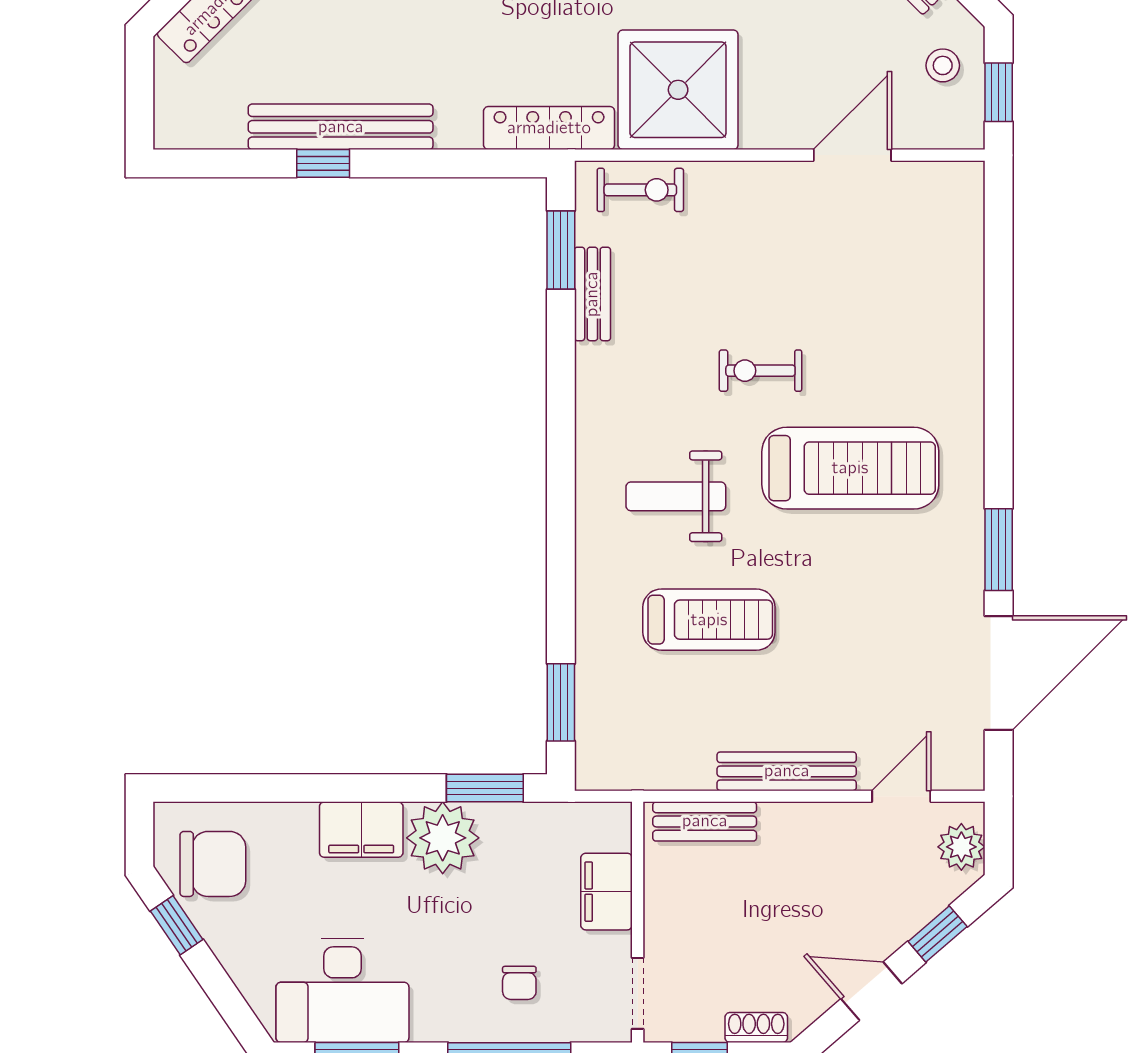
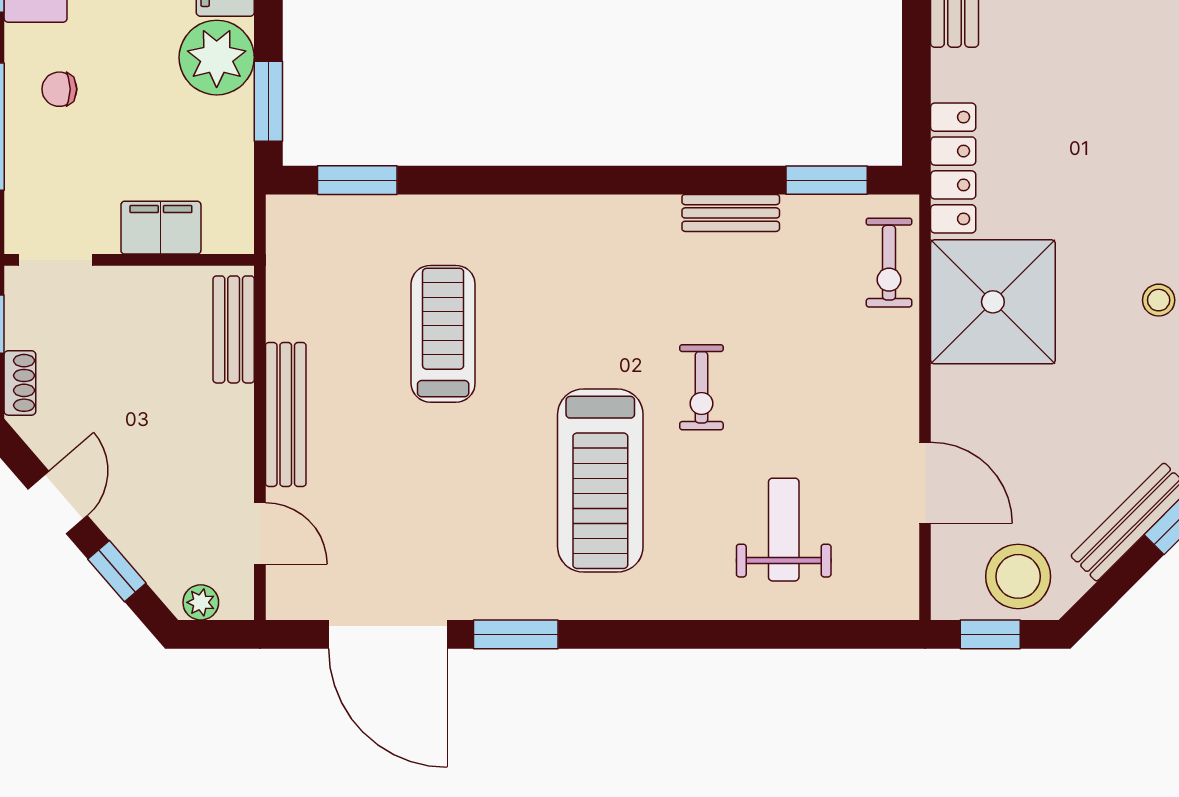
stool: (943, 65) -> (1018, 576), width x1.89, depth x1.89
bench: (592, 294) -> (731, 213), moved
exercise bike: (760, 371) -> (701, 387), turned 180
weight bench: (676, 496) -> (784, 530), moved
treadmill: (709, 620) -> (443, 334), turned 180
plant: (961, 847) -> (201, 602), width x0.73, depth x0.73
chair: (519, 983) -> (59, 89), moved

